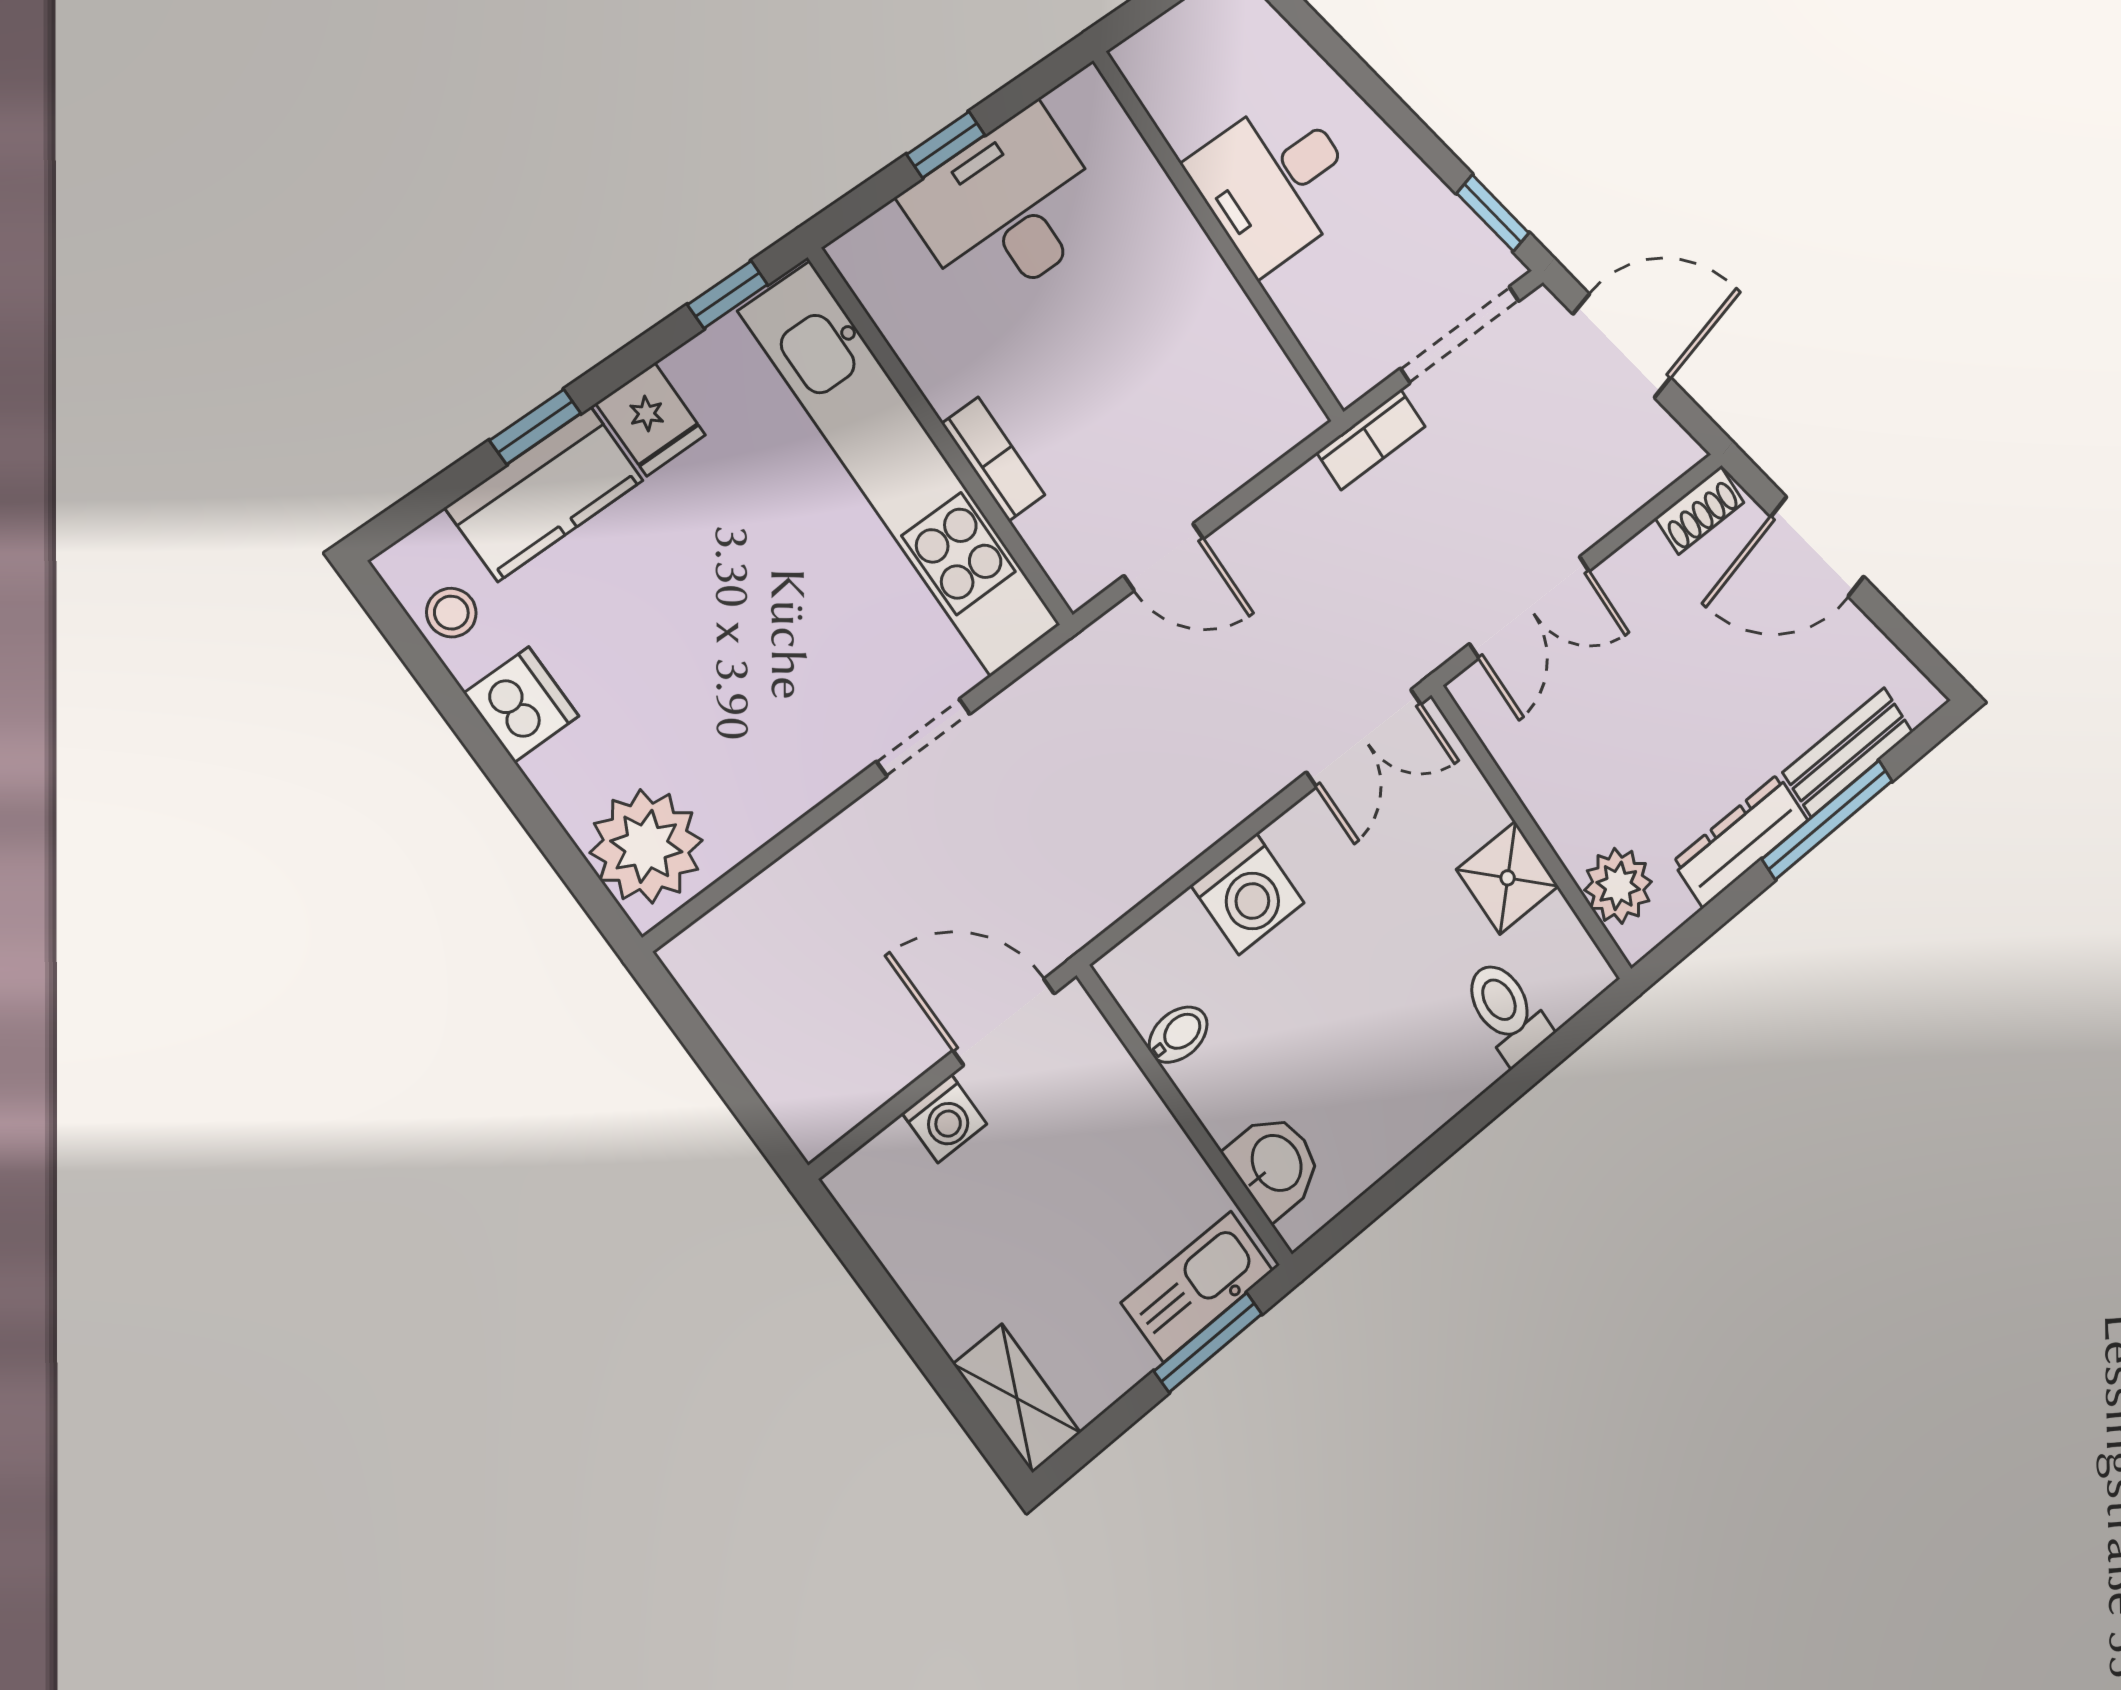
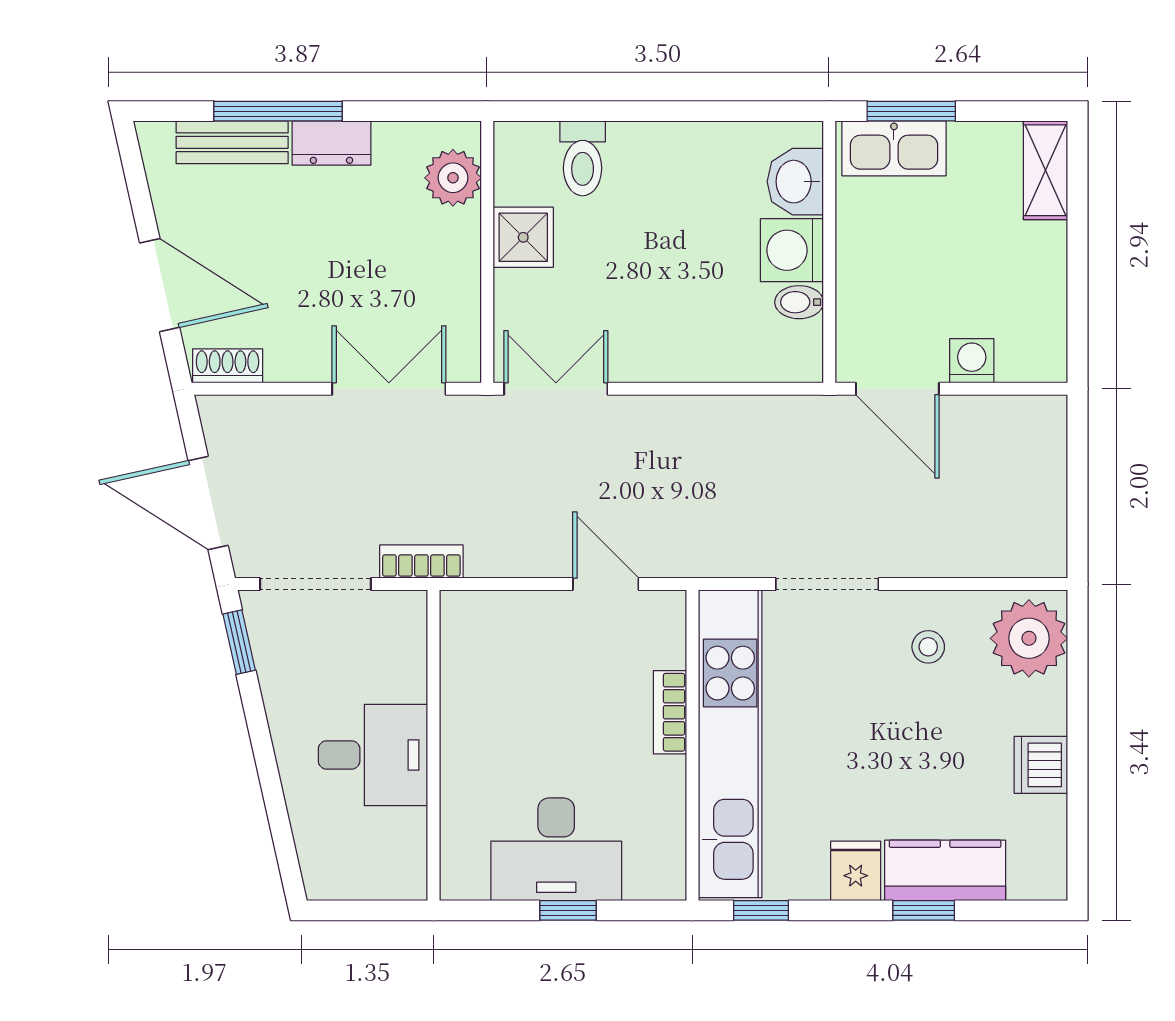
stool: (451, 613) -> (928, 647), moved
doorway: (923, 737) -> (827, 584), width x1.38
dresser: (1741, 841) -> (331, 143), width x0.70
washing machine: (1248, 894) -> (792, 250), moved, turned -90

